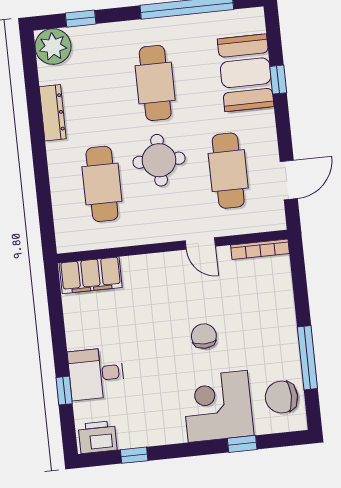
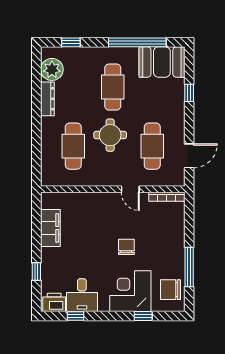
plant: (53, 47) -> (52, 69), moved
booth: (246, 73) -> (162, 62), moved, turned 90
filing cabinet: (91, 275) -> (50, 228), moved, turned -90
desk: (96, 374) -> (82, 295), moved, turned -90

